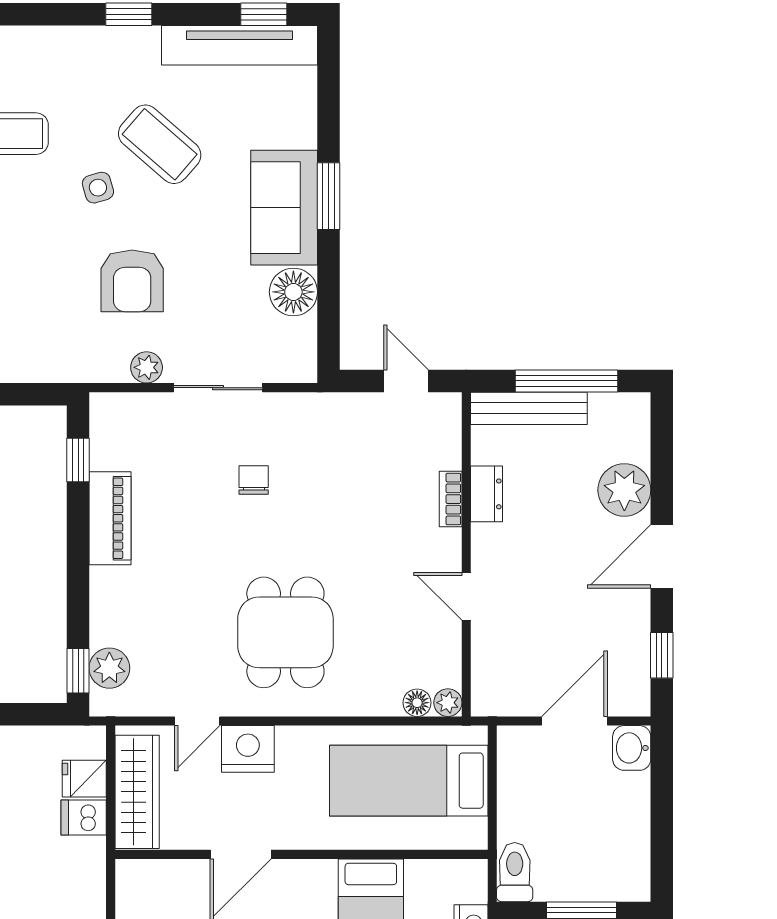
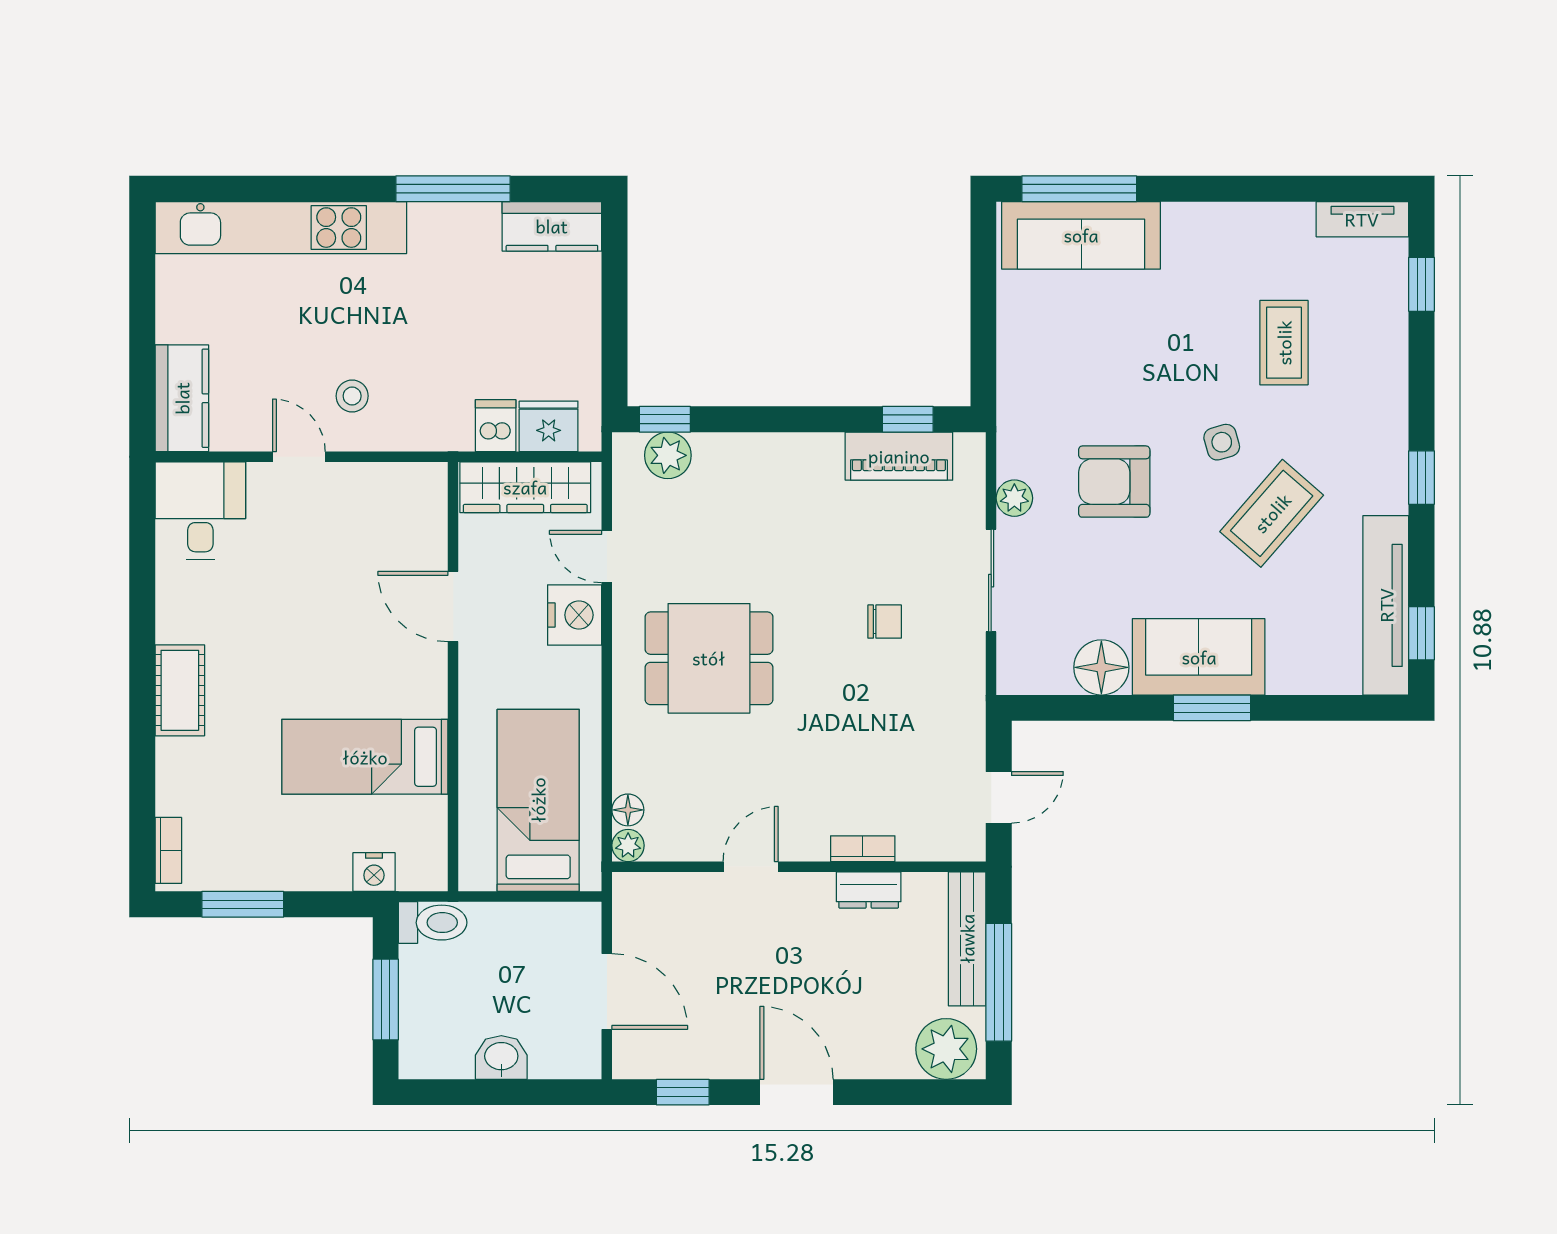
plant: (624, 490) -> (946, 1049), moved
piano: (110, 518) -> (899, 456), moved
washbasin: (632, 748) -> (501, 1057), moved
fridge: (84, 779) -> (549, 426), width x1.38

